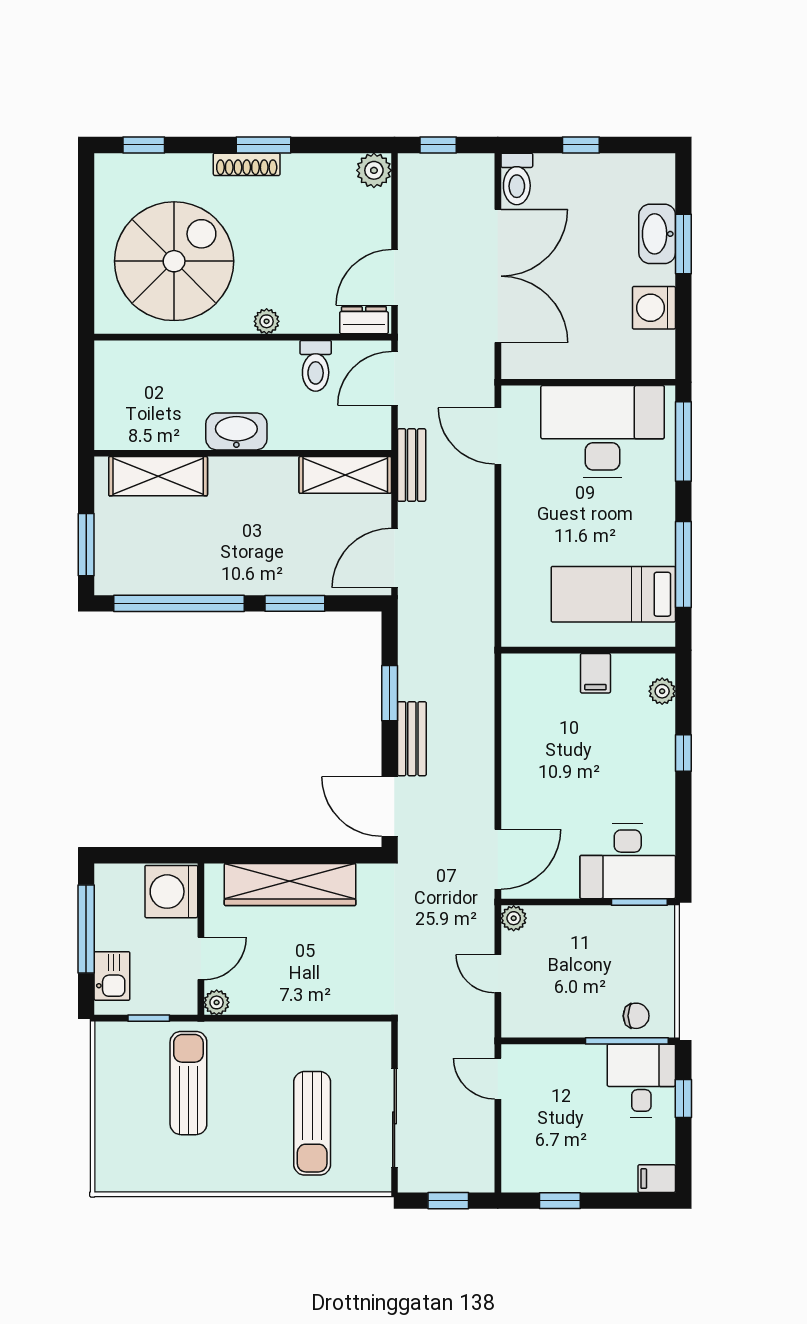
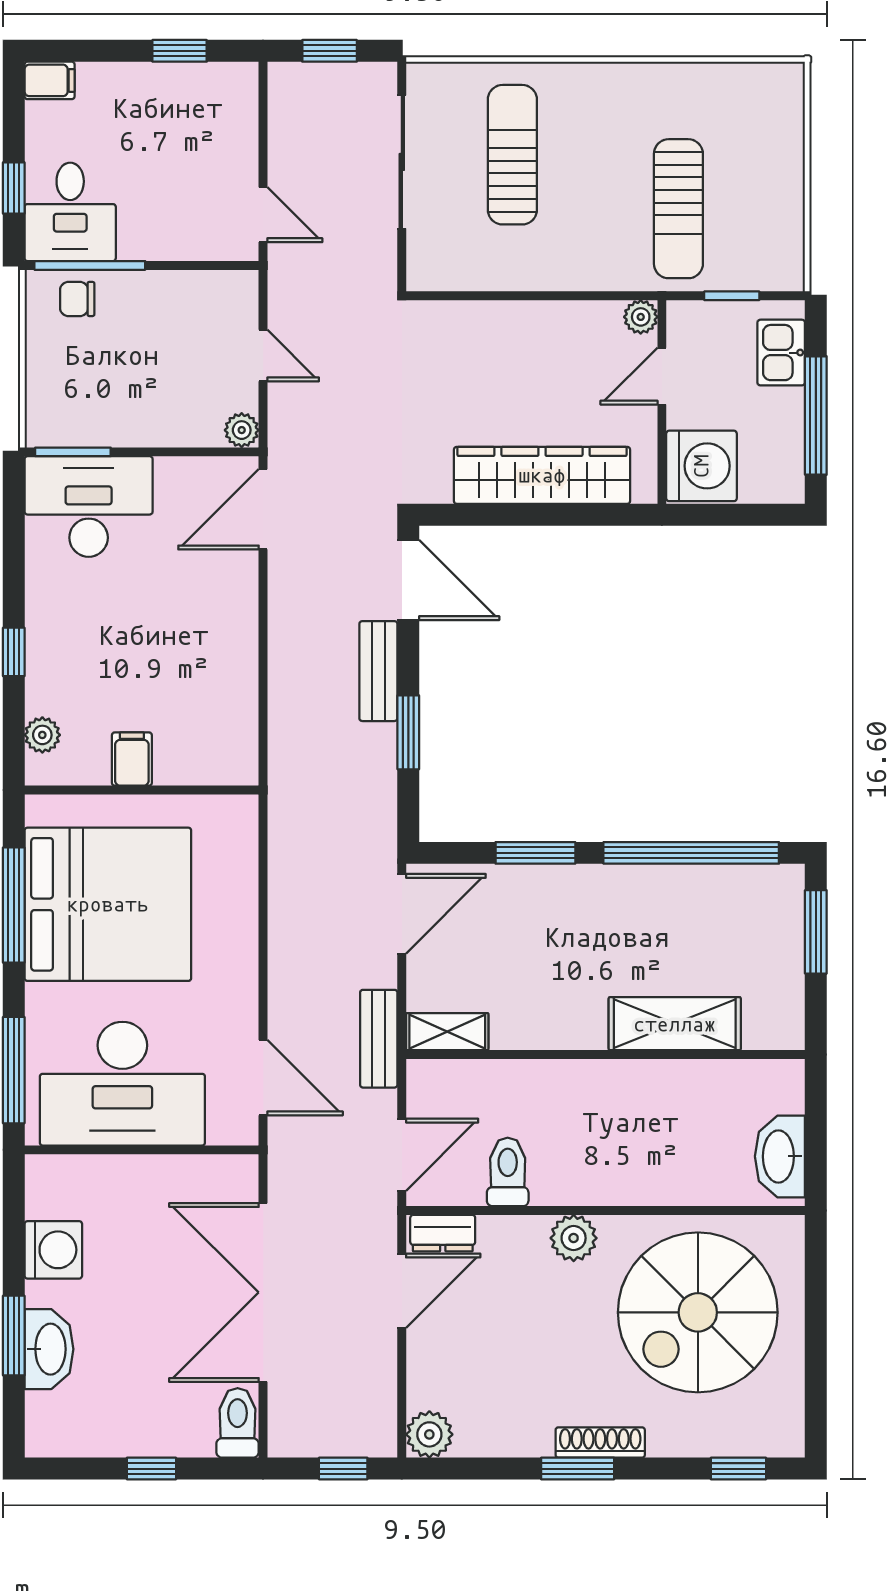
plant: (267, 321) -> (574, 1238), width x1.38, depth x1.38
washbasin: (236, 431) -> (780, 1156), moved, turned 90
shelving: (345, 475) -> (447, 1032), width x0.67, depth x0.75
shelving: (158, 476) -> (675, 1024), moved
bed: (613, 594) -> (108, 904), width x2.04

